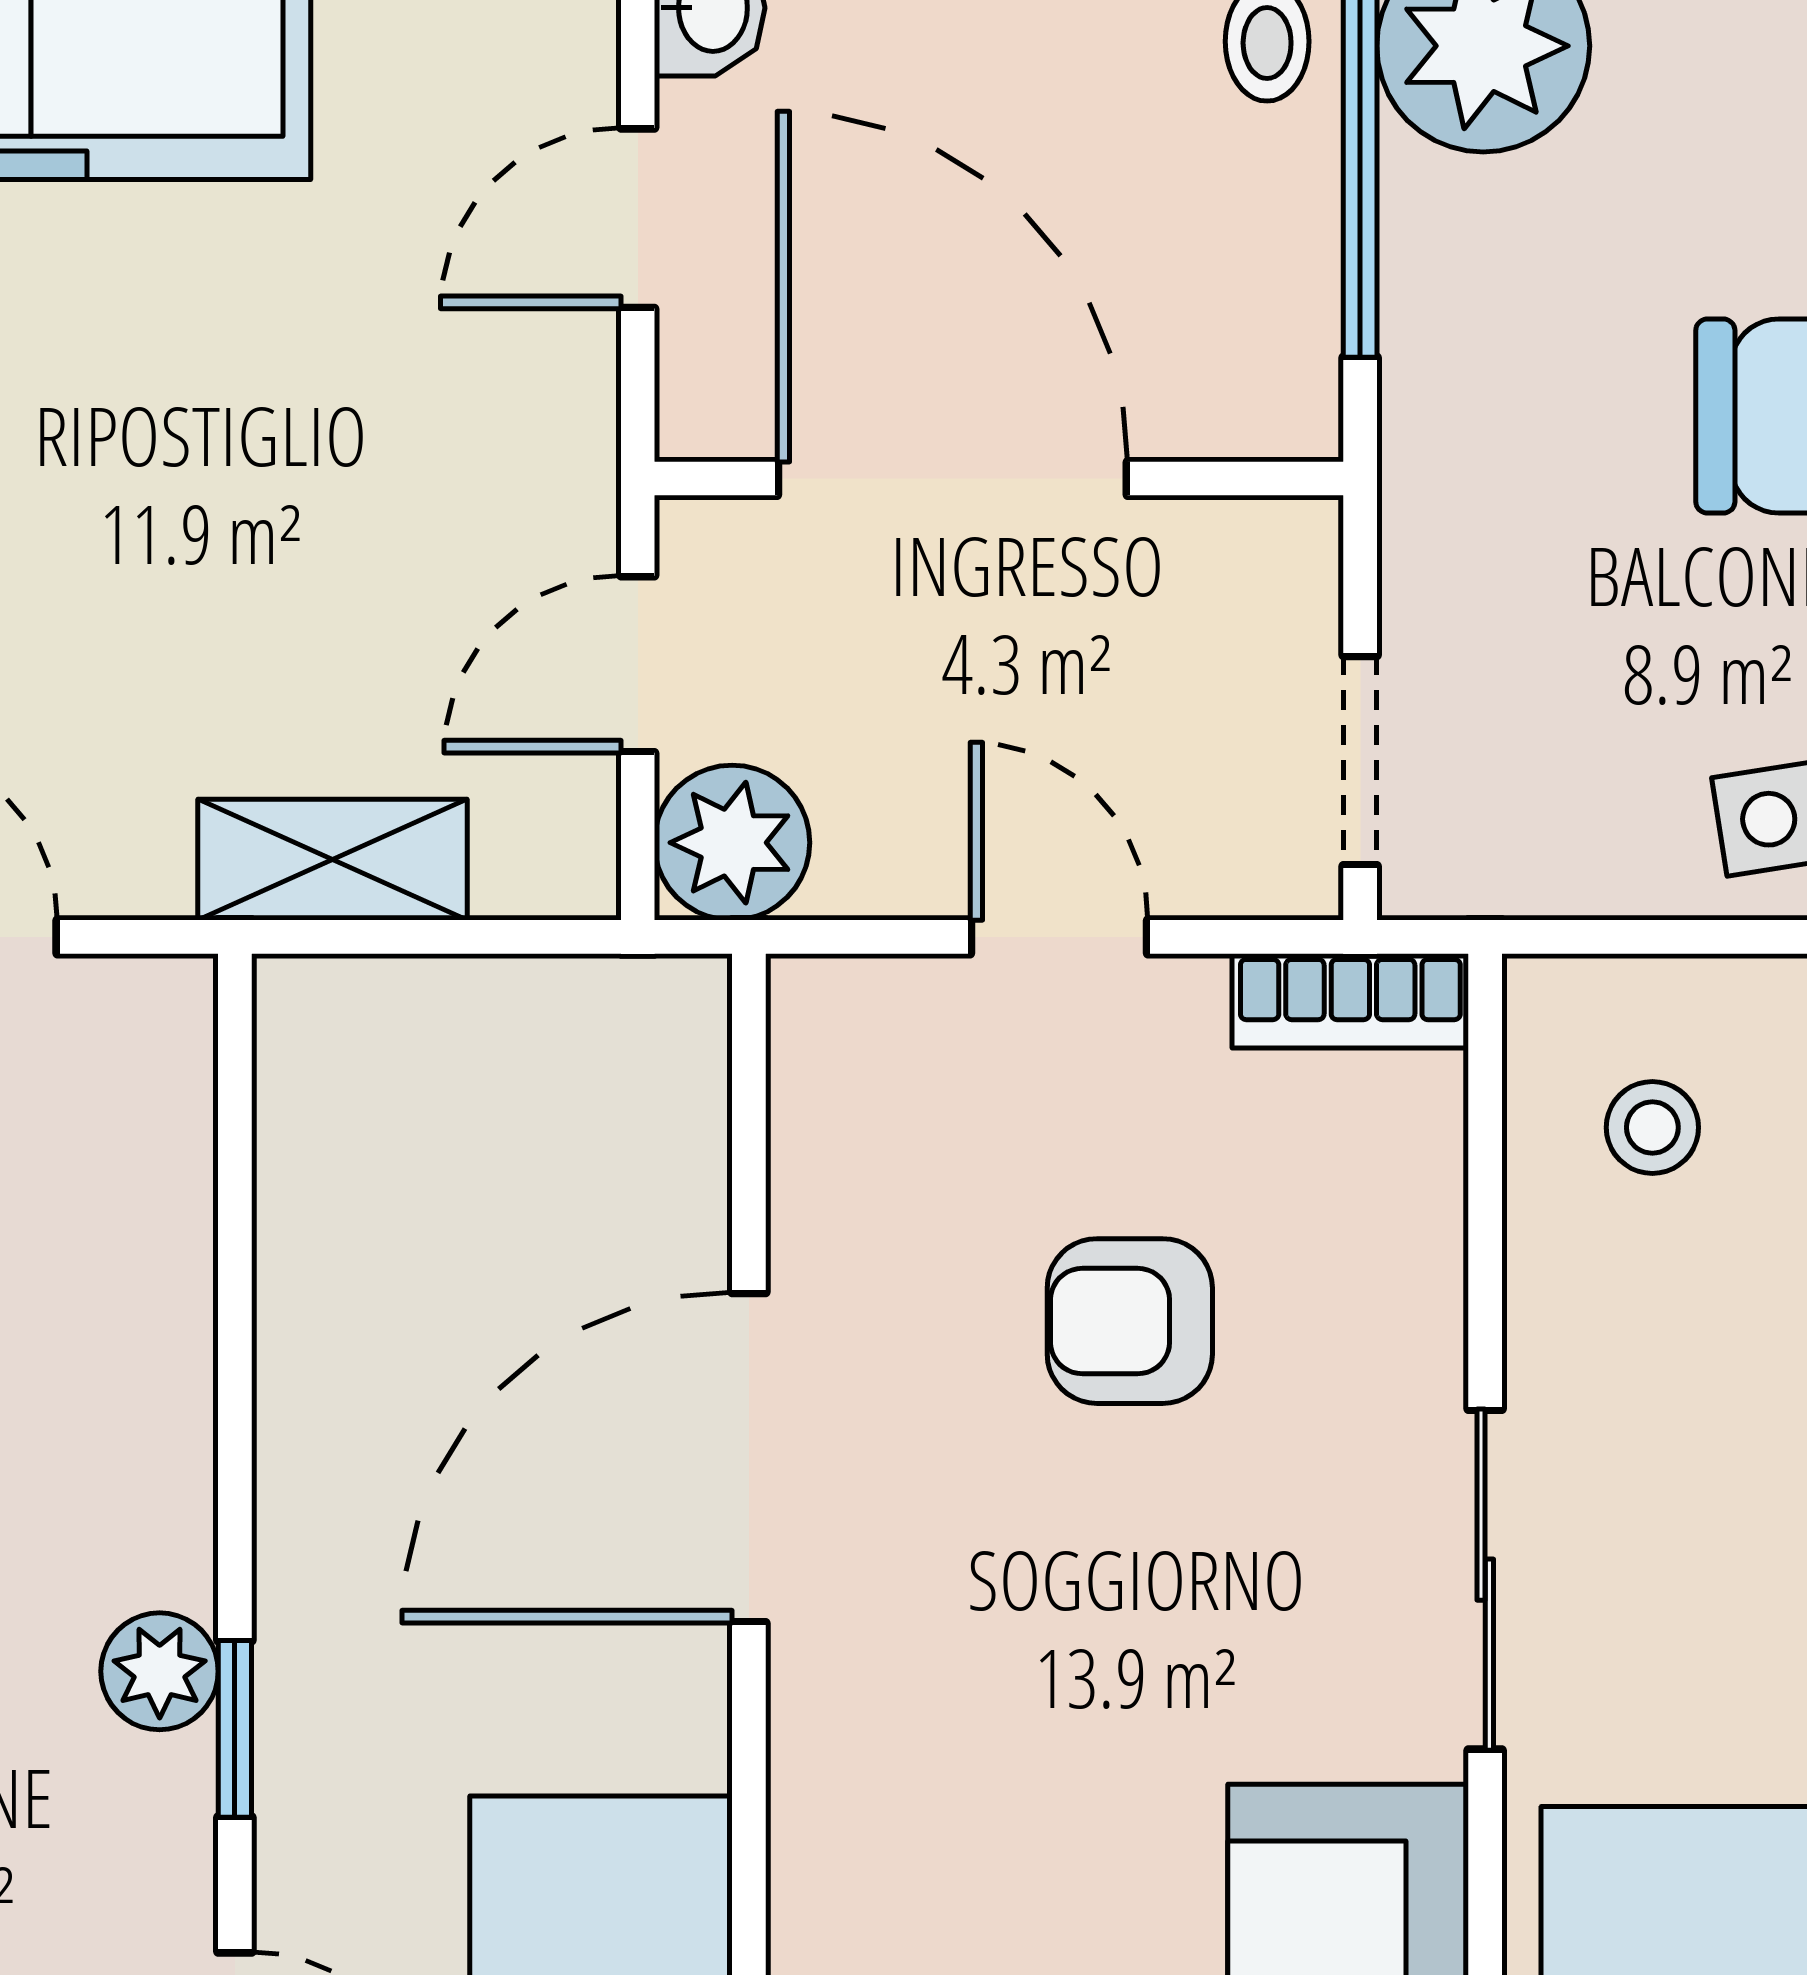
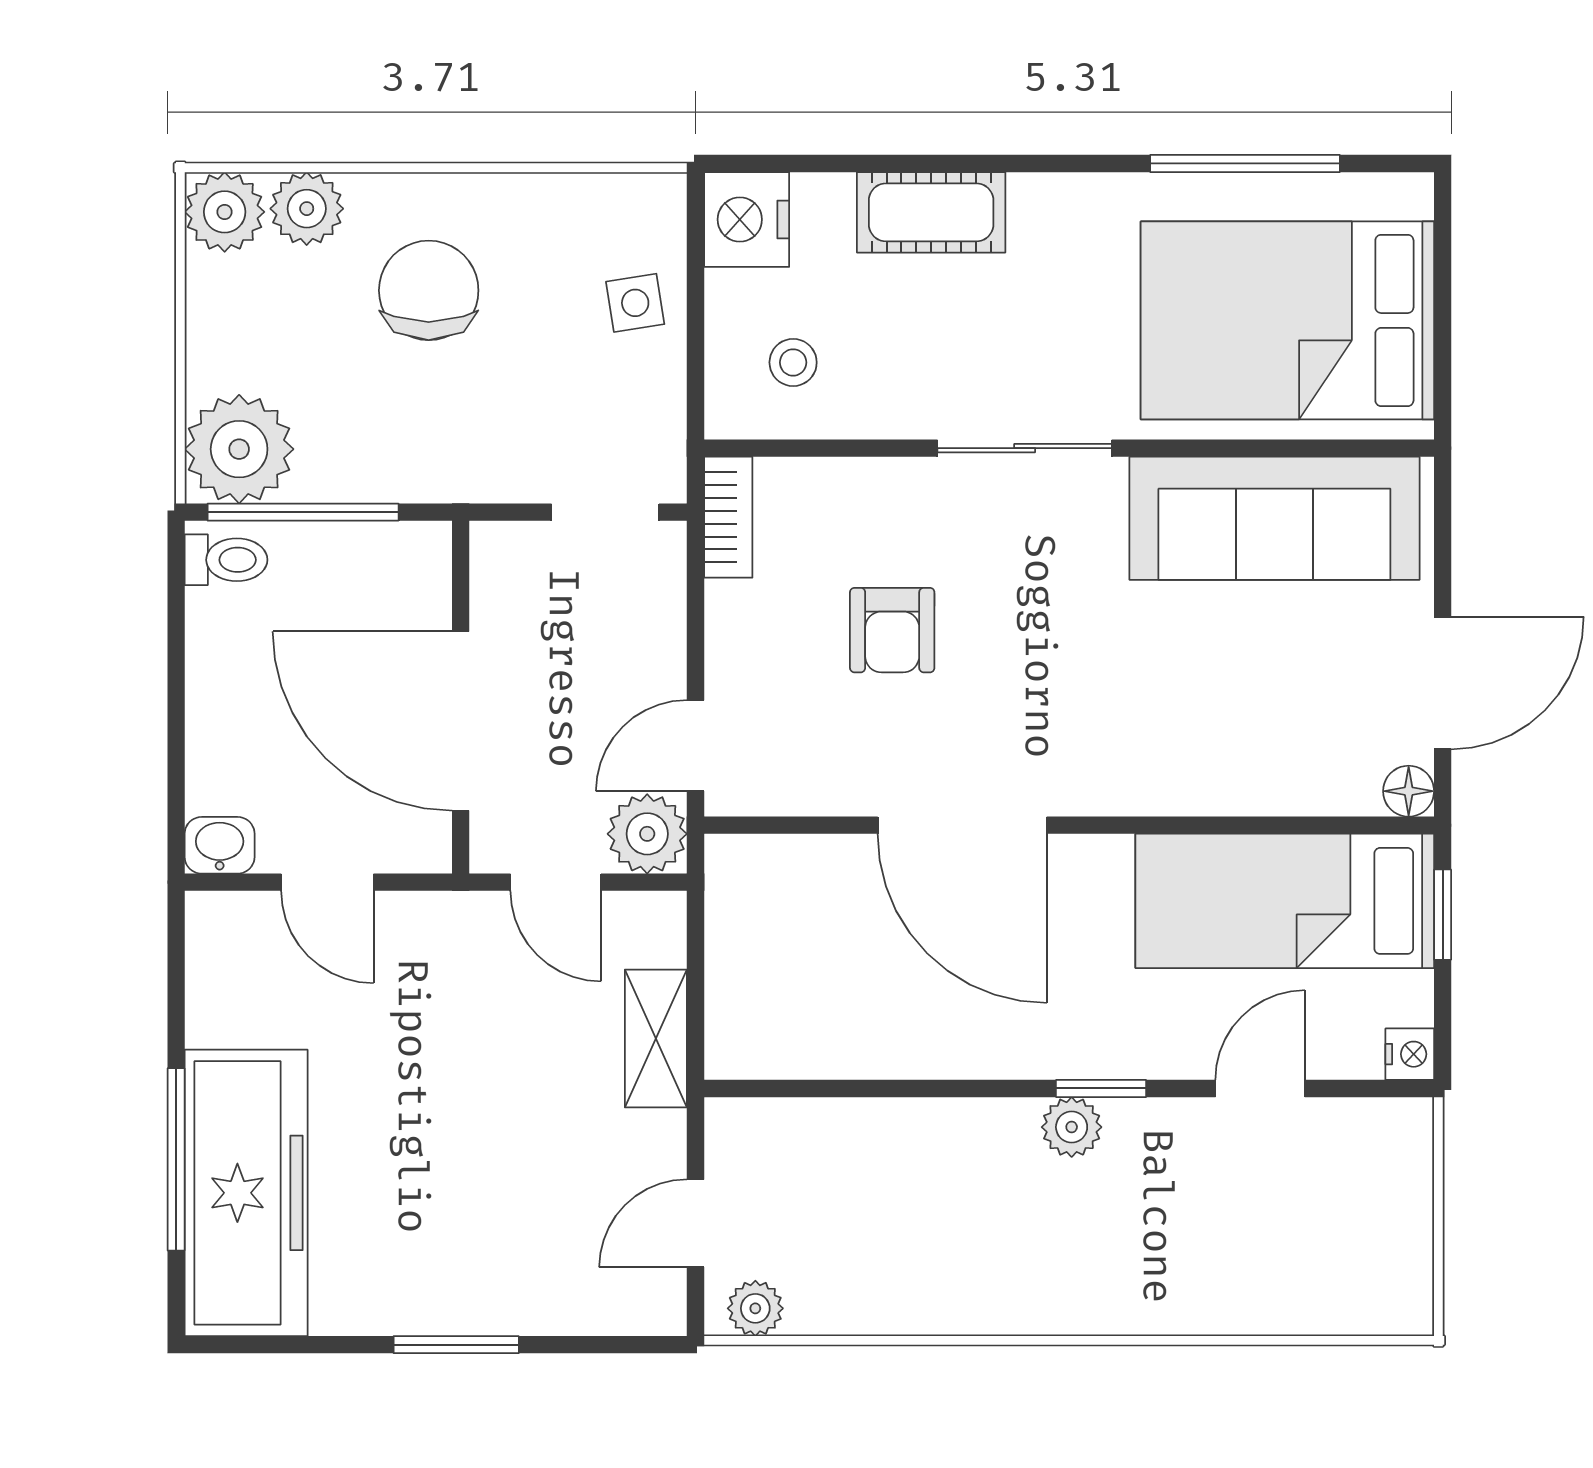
door: (952, 478) -> (461, 721), hinge flipped
door: (1059, 937) -> (695, 746), moved

